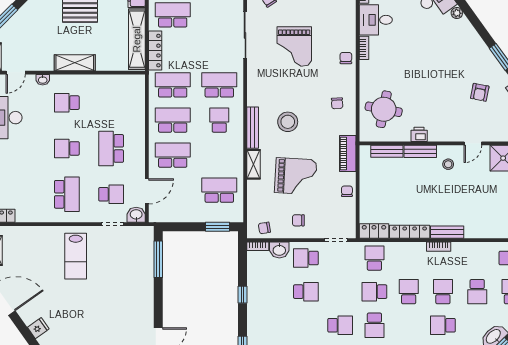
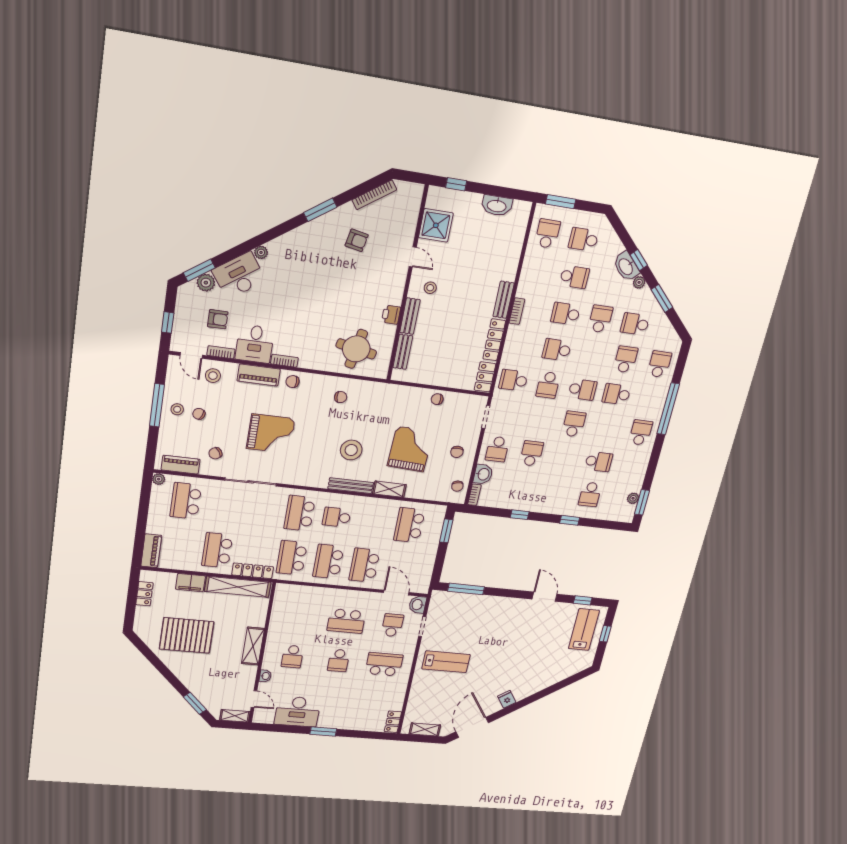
piano: (348, 153) -> (259, 375), moved
school desk: (443, 325) -> (600, 319), turned 180

